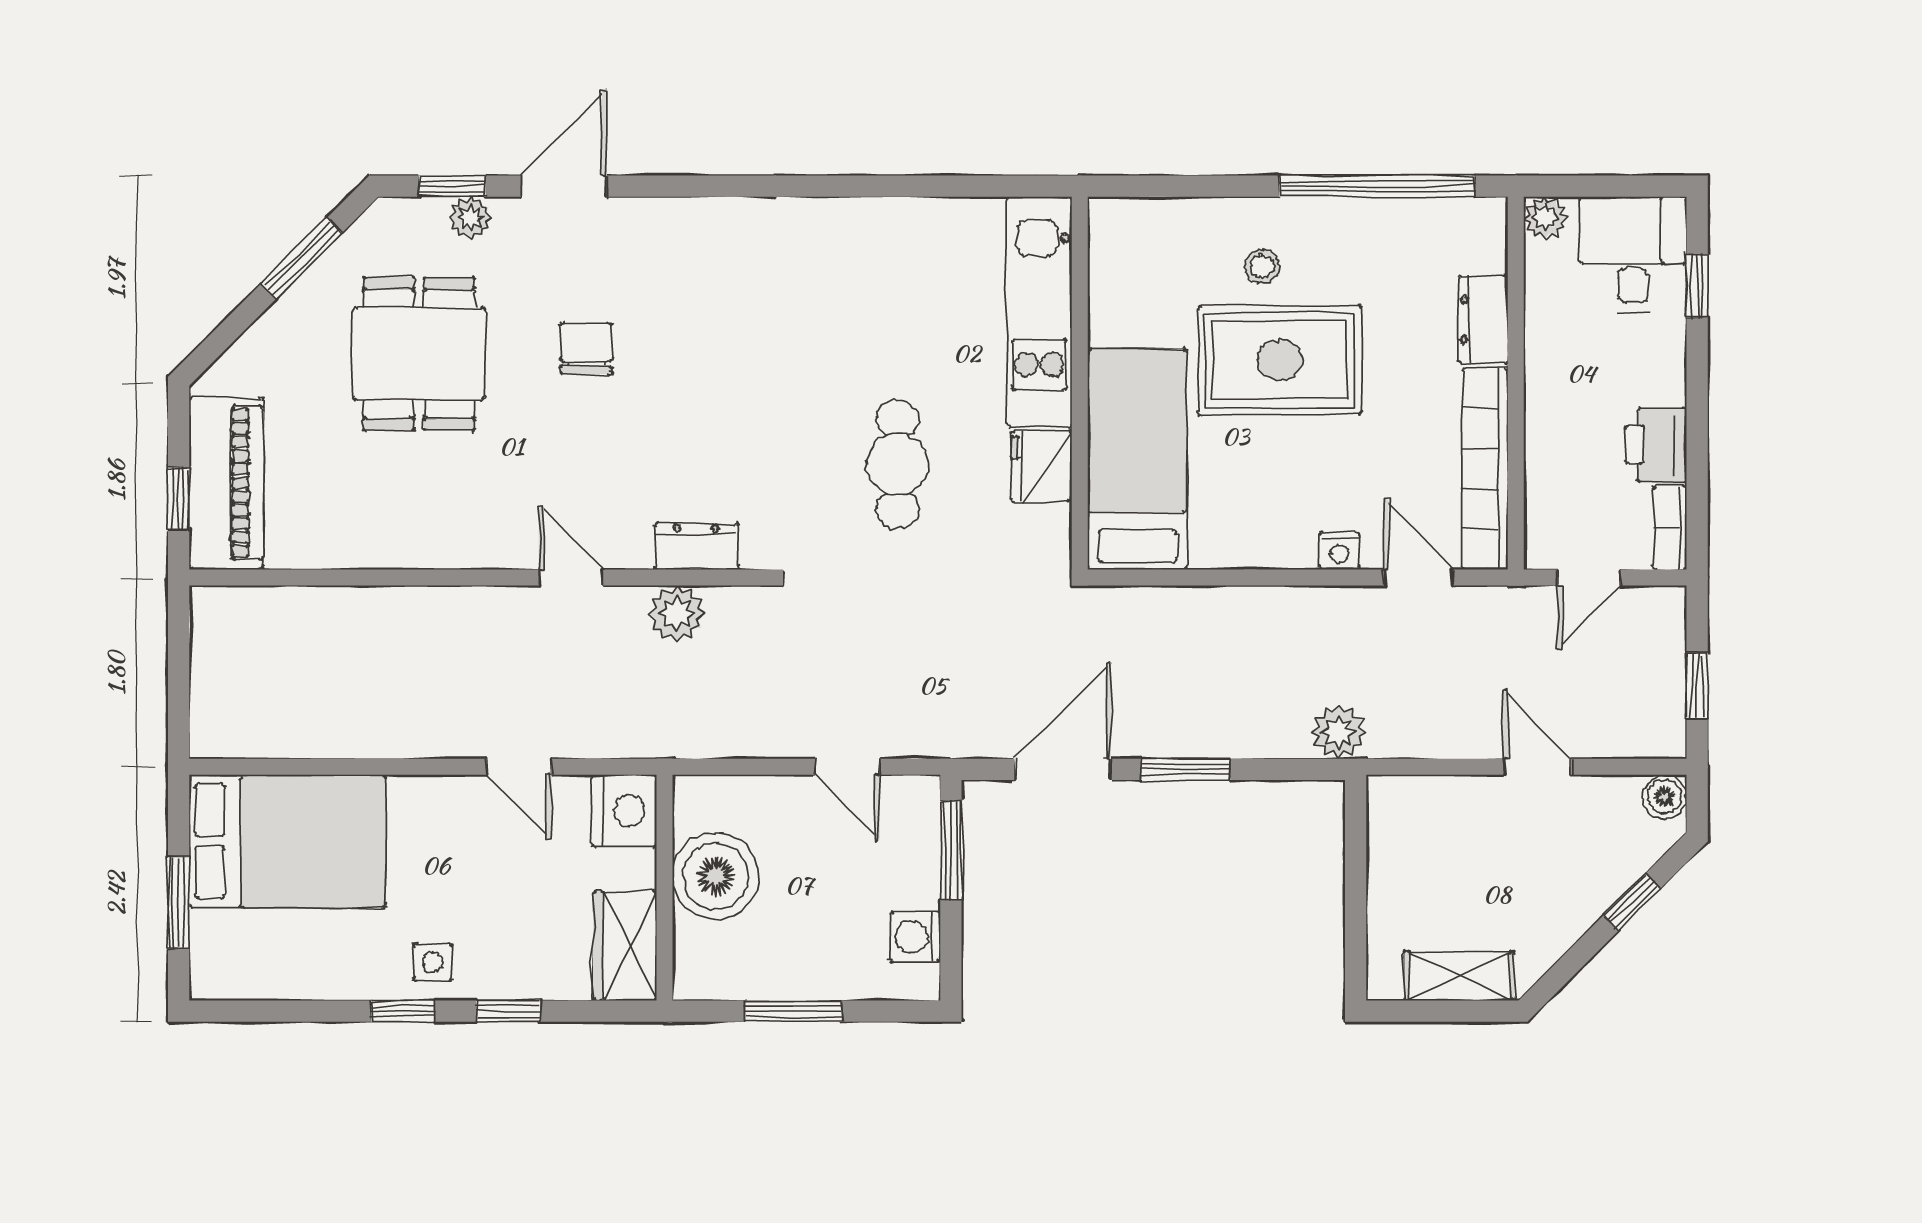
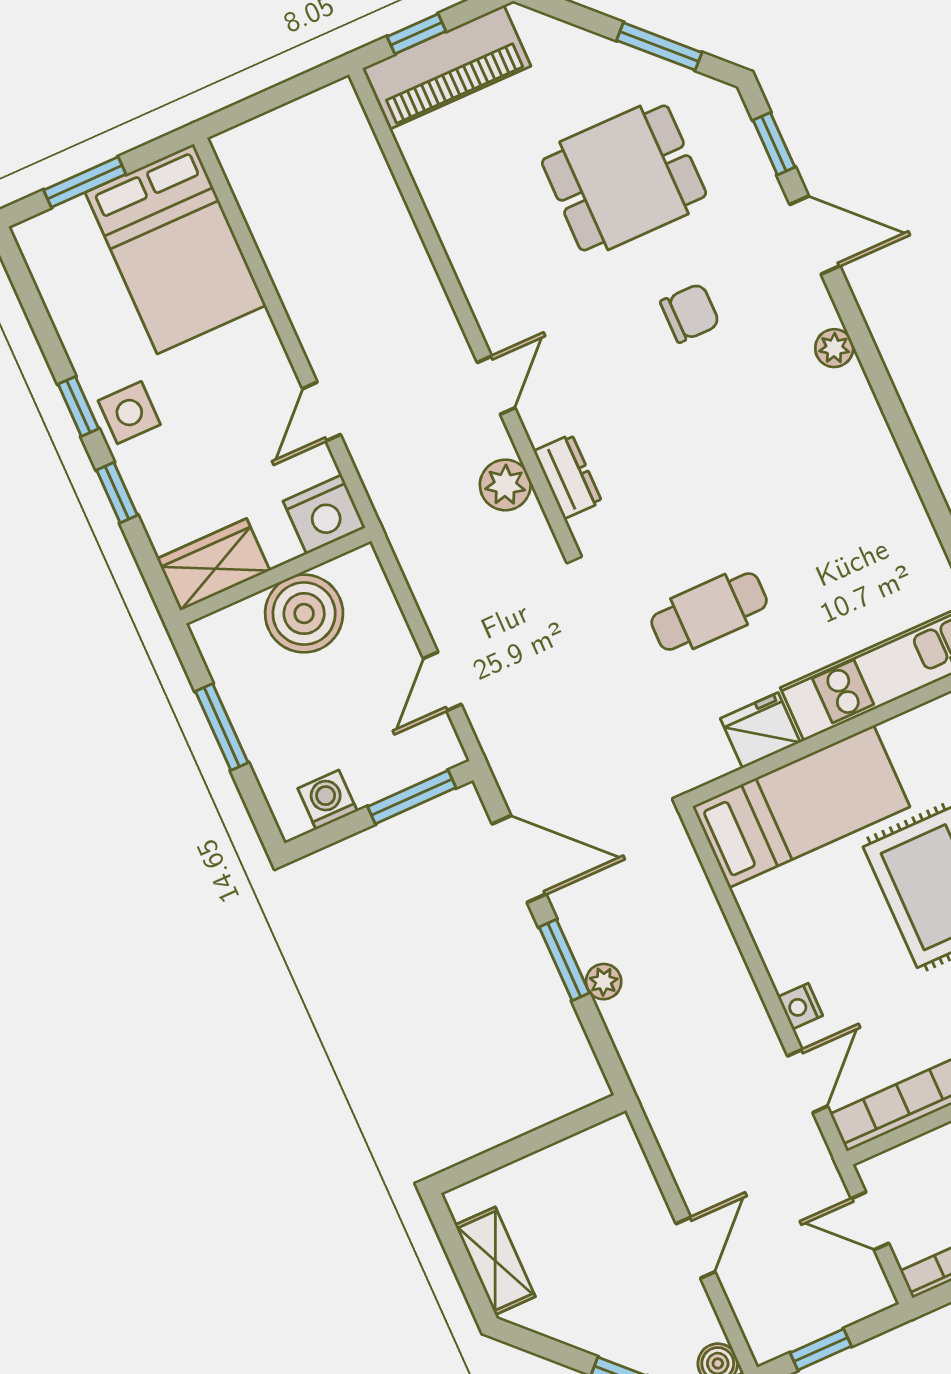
plant: (470, 218) -> (834, 348), moved
plant: (1339, 732) -> (604, 982), moved, width x0.73, depth x0.73
side table: (432, 962) -> (129, 413), width x1.37, depth x1.37

